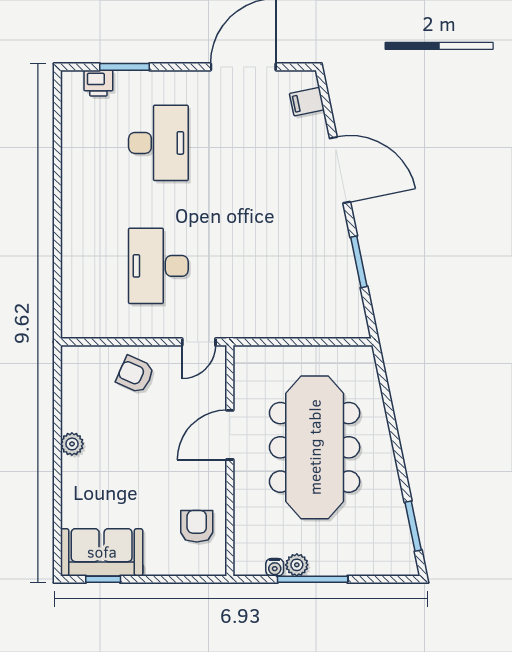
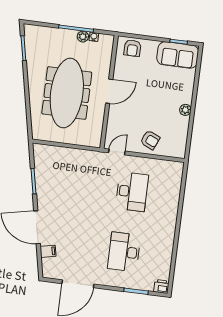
printer: (98, 83) -> (161, 286), moved
filing cabinet: (307, 102) -> (48, 251), moved
door: (230, 435) -> (109, 91), moved
armchair: (197, 526) -> (132, 48), moved

